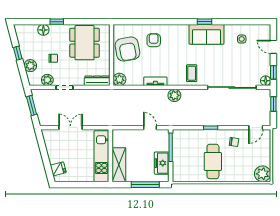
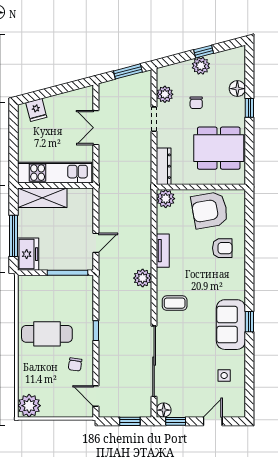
plant: (30, 66) -> (201, 66), moved
double door: (70, 128) -> (96, 128), swing flipped
freezer: (162, 163) -> (28, 254), moved, turned 90

